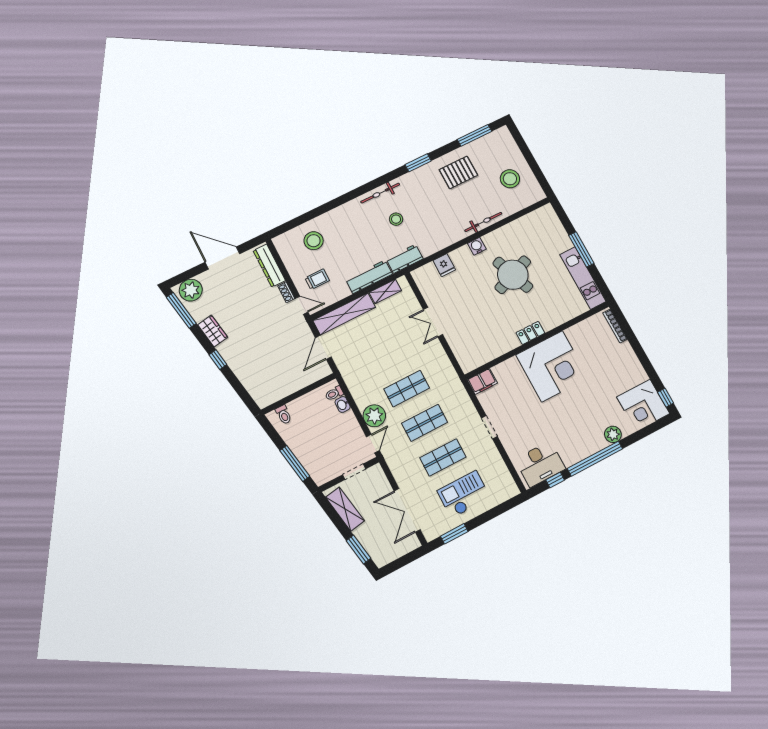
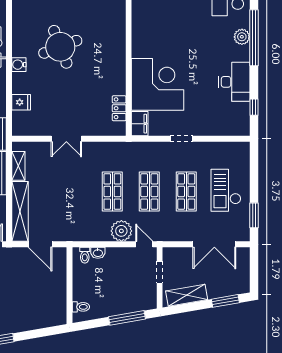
locker: (530, 333) -> (119, 108), moved
corner desk: (552, 366) -> (158, 84), moved
window: (595, 459) -> (254, 38), moved
desk: (540, 464) -> (234, 82), moved

